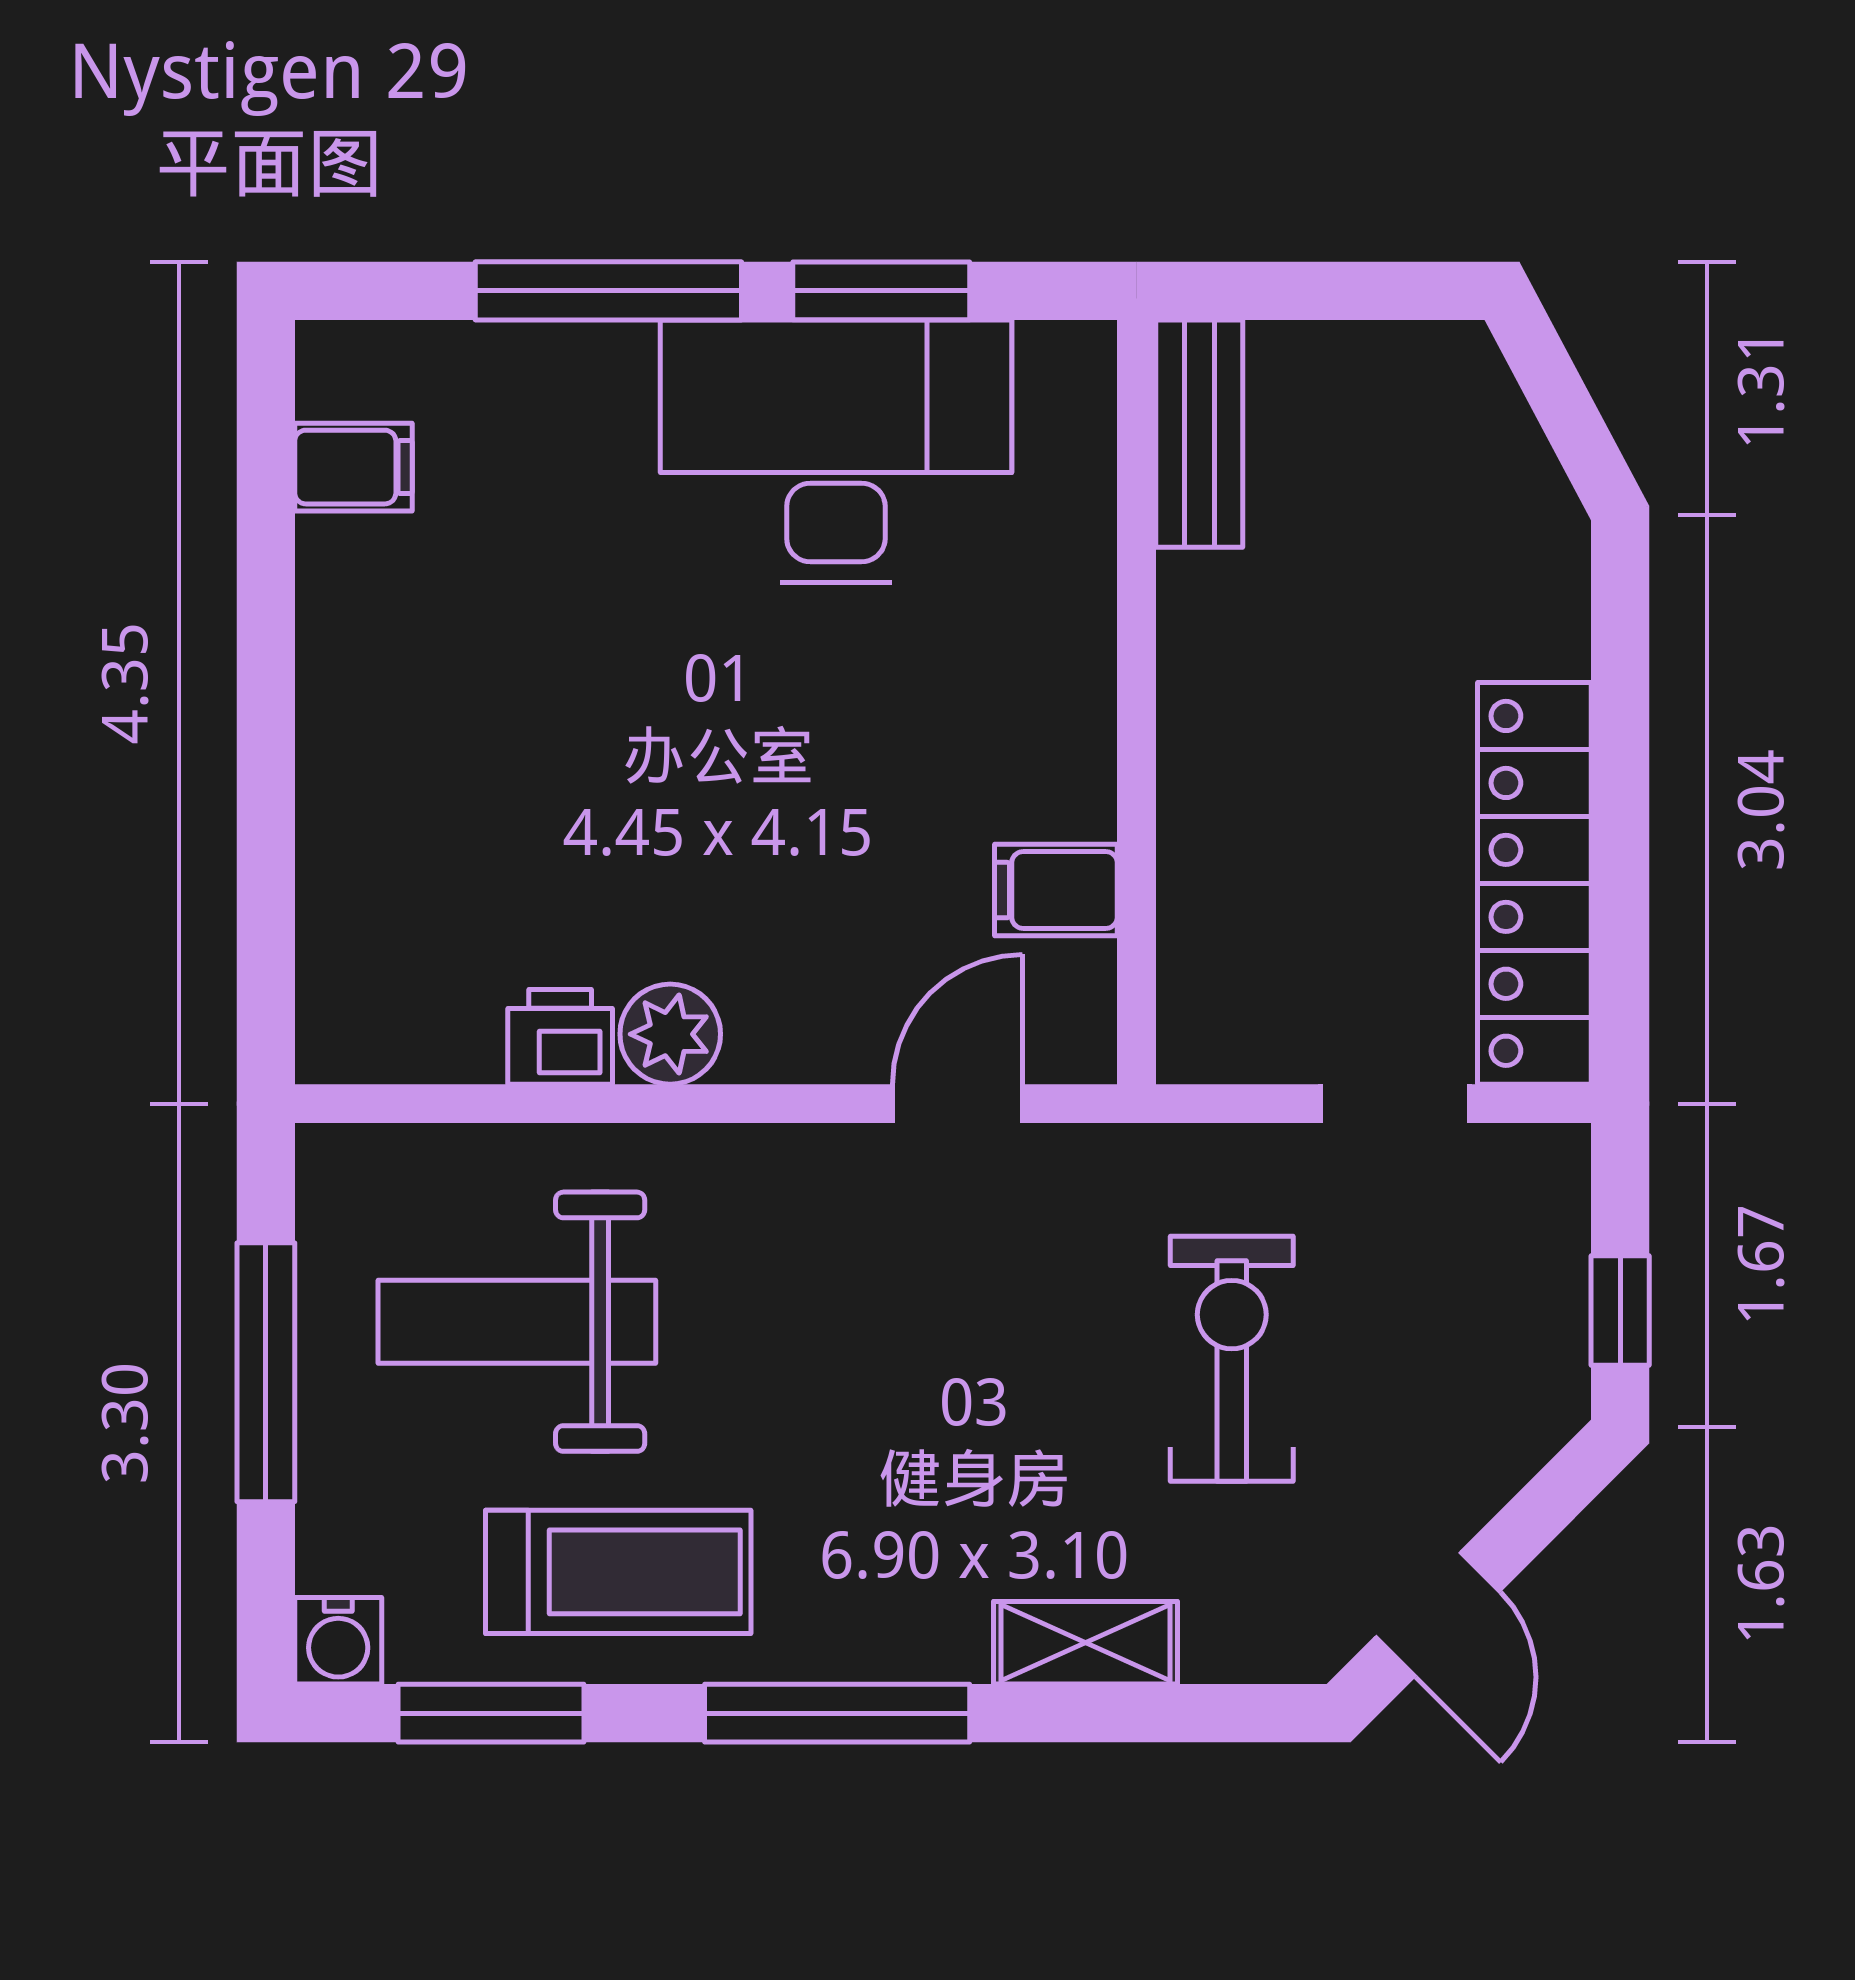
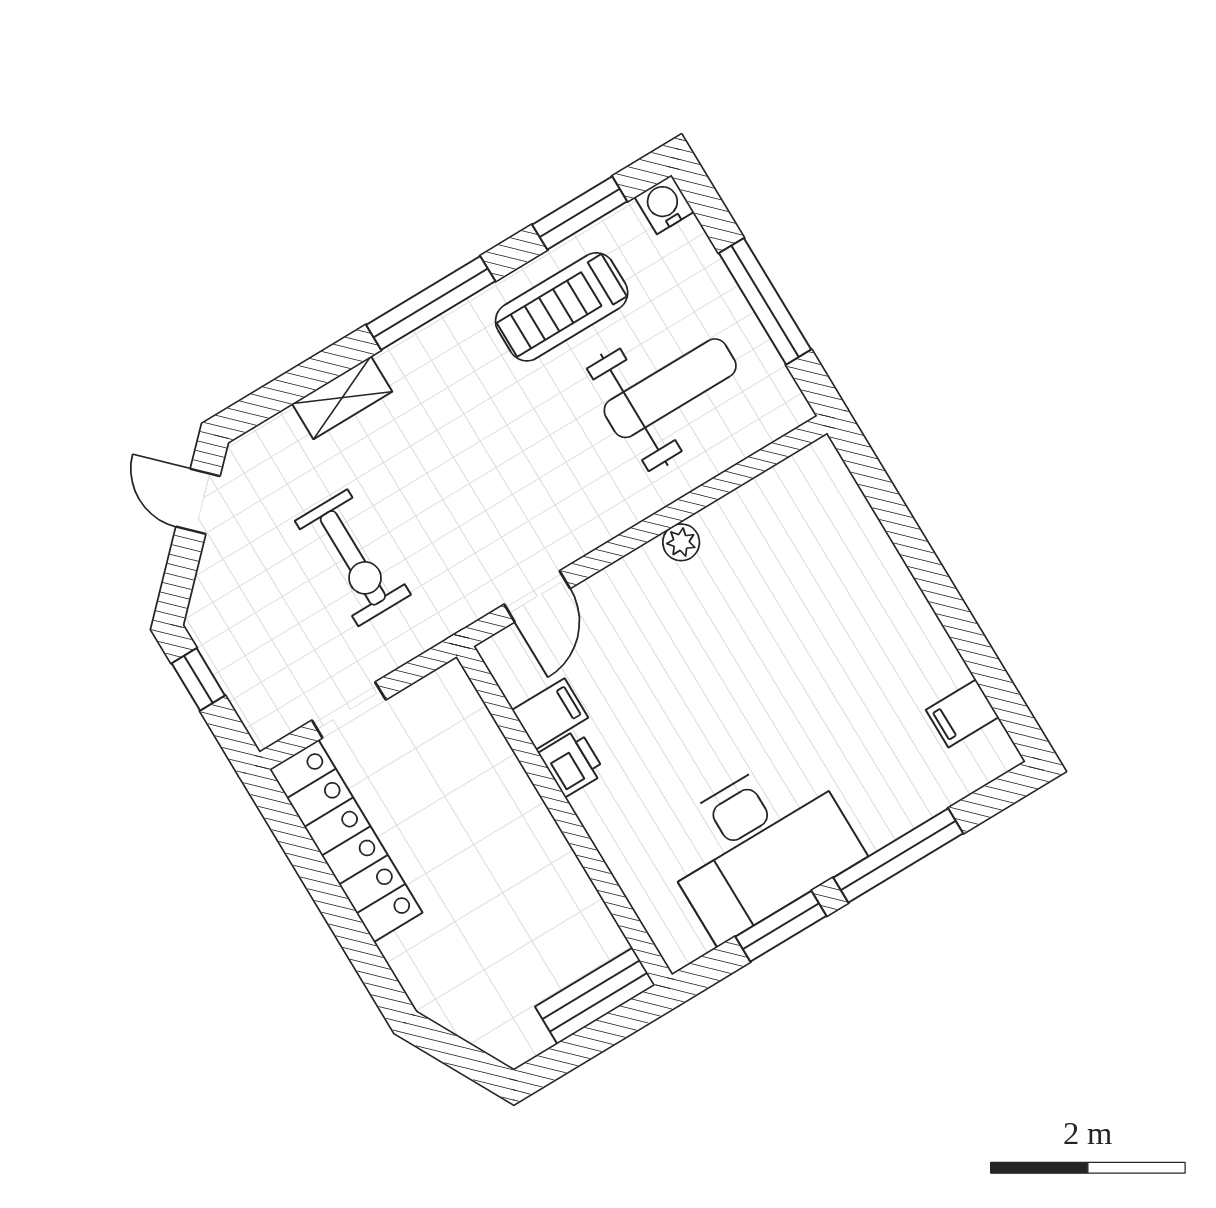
bench: (1199, 434) -> (595, 996), moved, turned 90
plant: (670, 1034) -> (681, 542), width x0.73, depth x0.73
printer: (560, 1037) -> (572, 763), moved, turned -90

